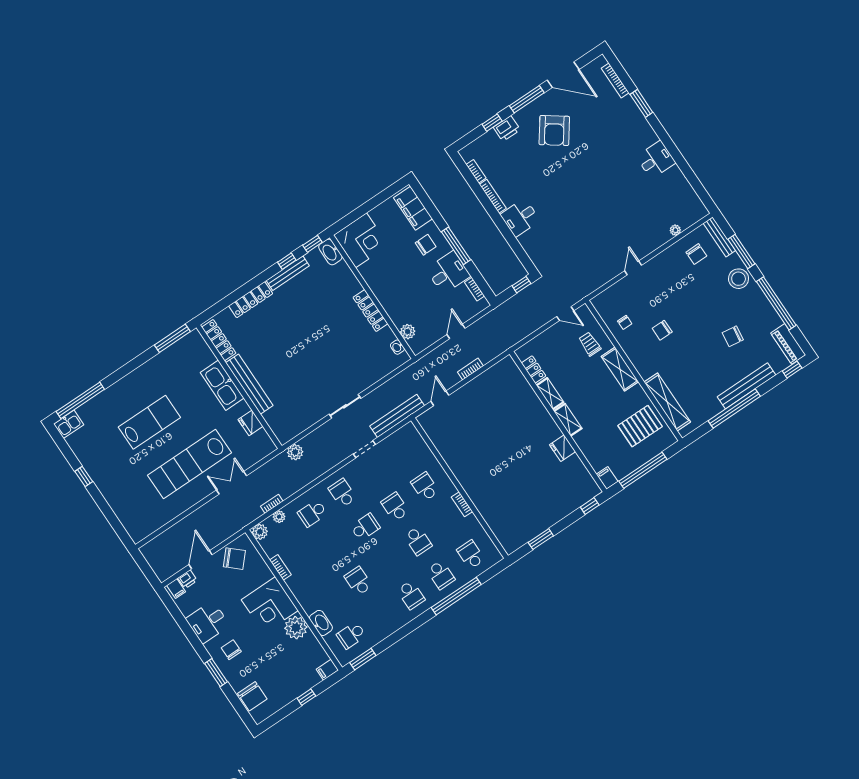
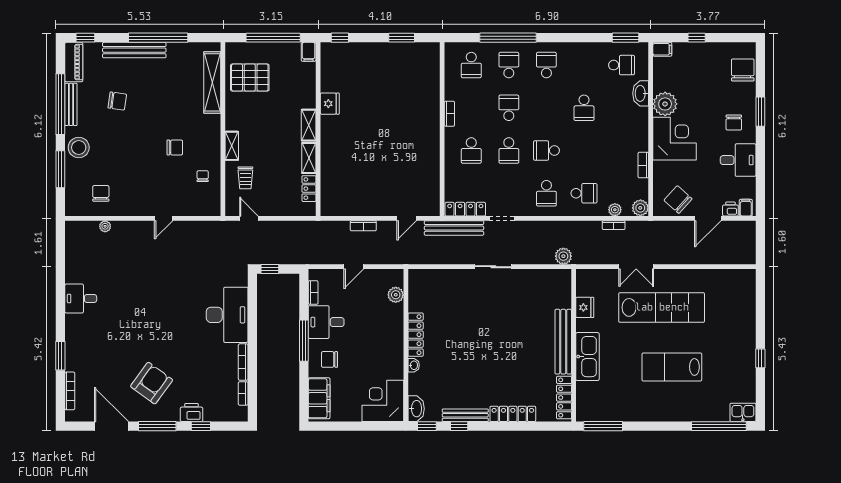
desk: (520, 218) -> (227, 315), width x1.87, depth x1.30
bench: (719, 237) -> (71, 104), moved
washbasin: (397, 347) -> (414, 365), moved
shelving: (620, 369) -> (232, 146), width x0.67, depth x0.75
locker: (398, 437) -> (465, 209), added

